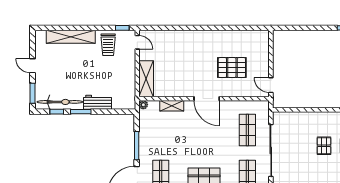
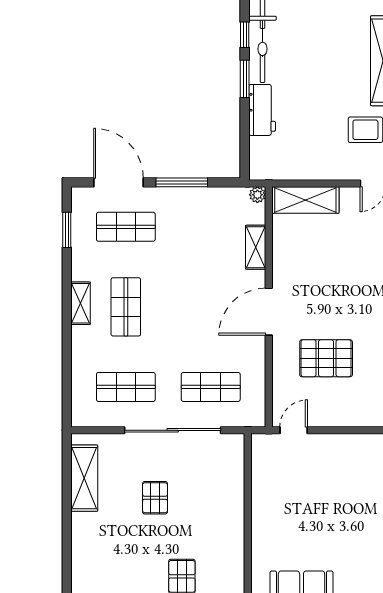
pallet: (232, 68) -> (326, 358), turned 90
pallet: (324, 146) -> (155, 498), moved, turned 90

